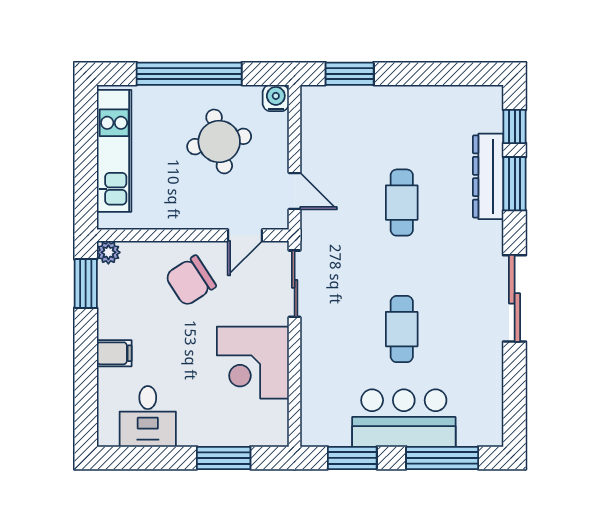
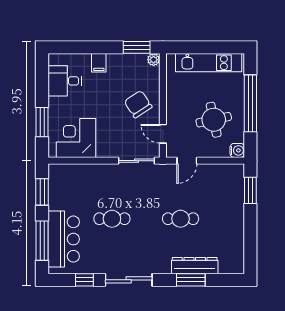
window: (515, 126) -> (84, 280), moved
corner desk: (253, 363) -> (76, 138), moved
bar counter: (404, 418) -> (64, 239), moved

